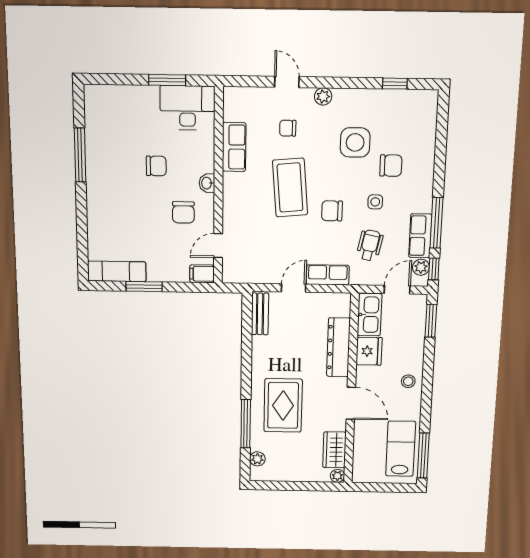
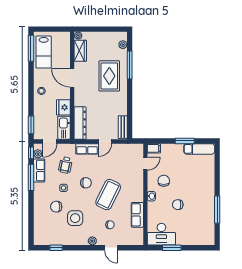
coffee table: (290, 188) -> (108, 195), turned 31
dresser: (338, 347) -> (80, 123), moved

